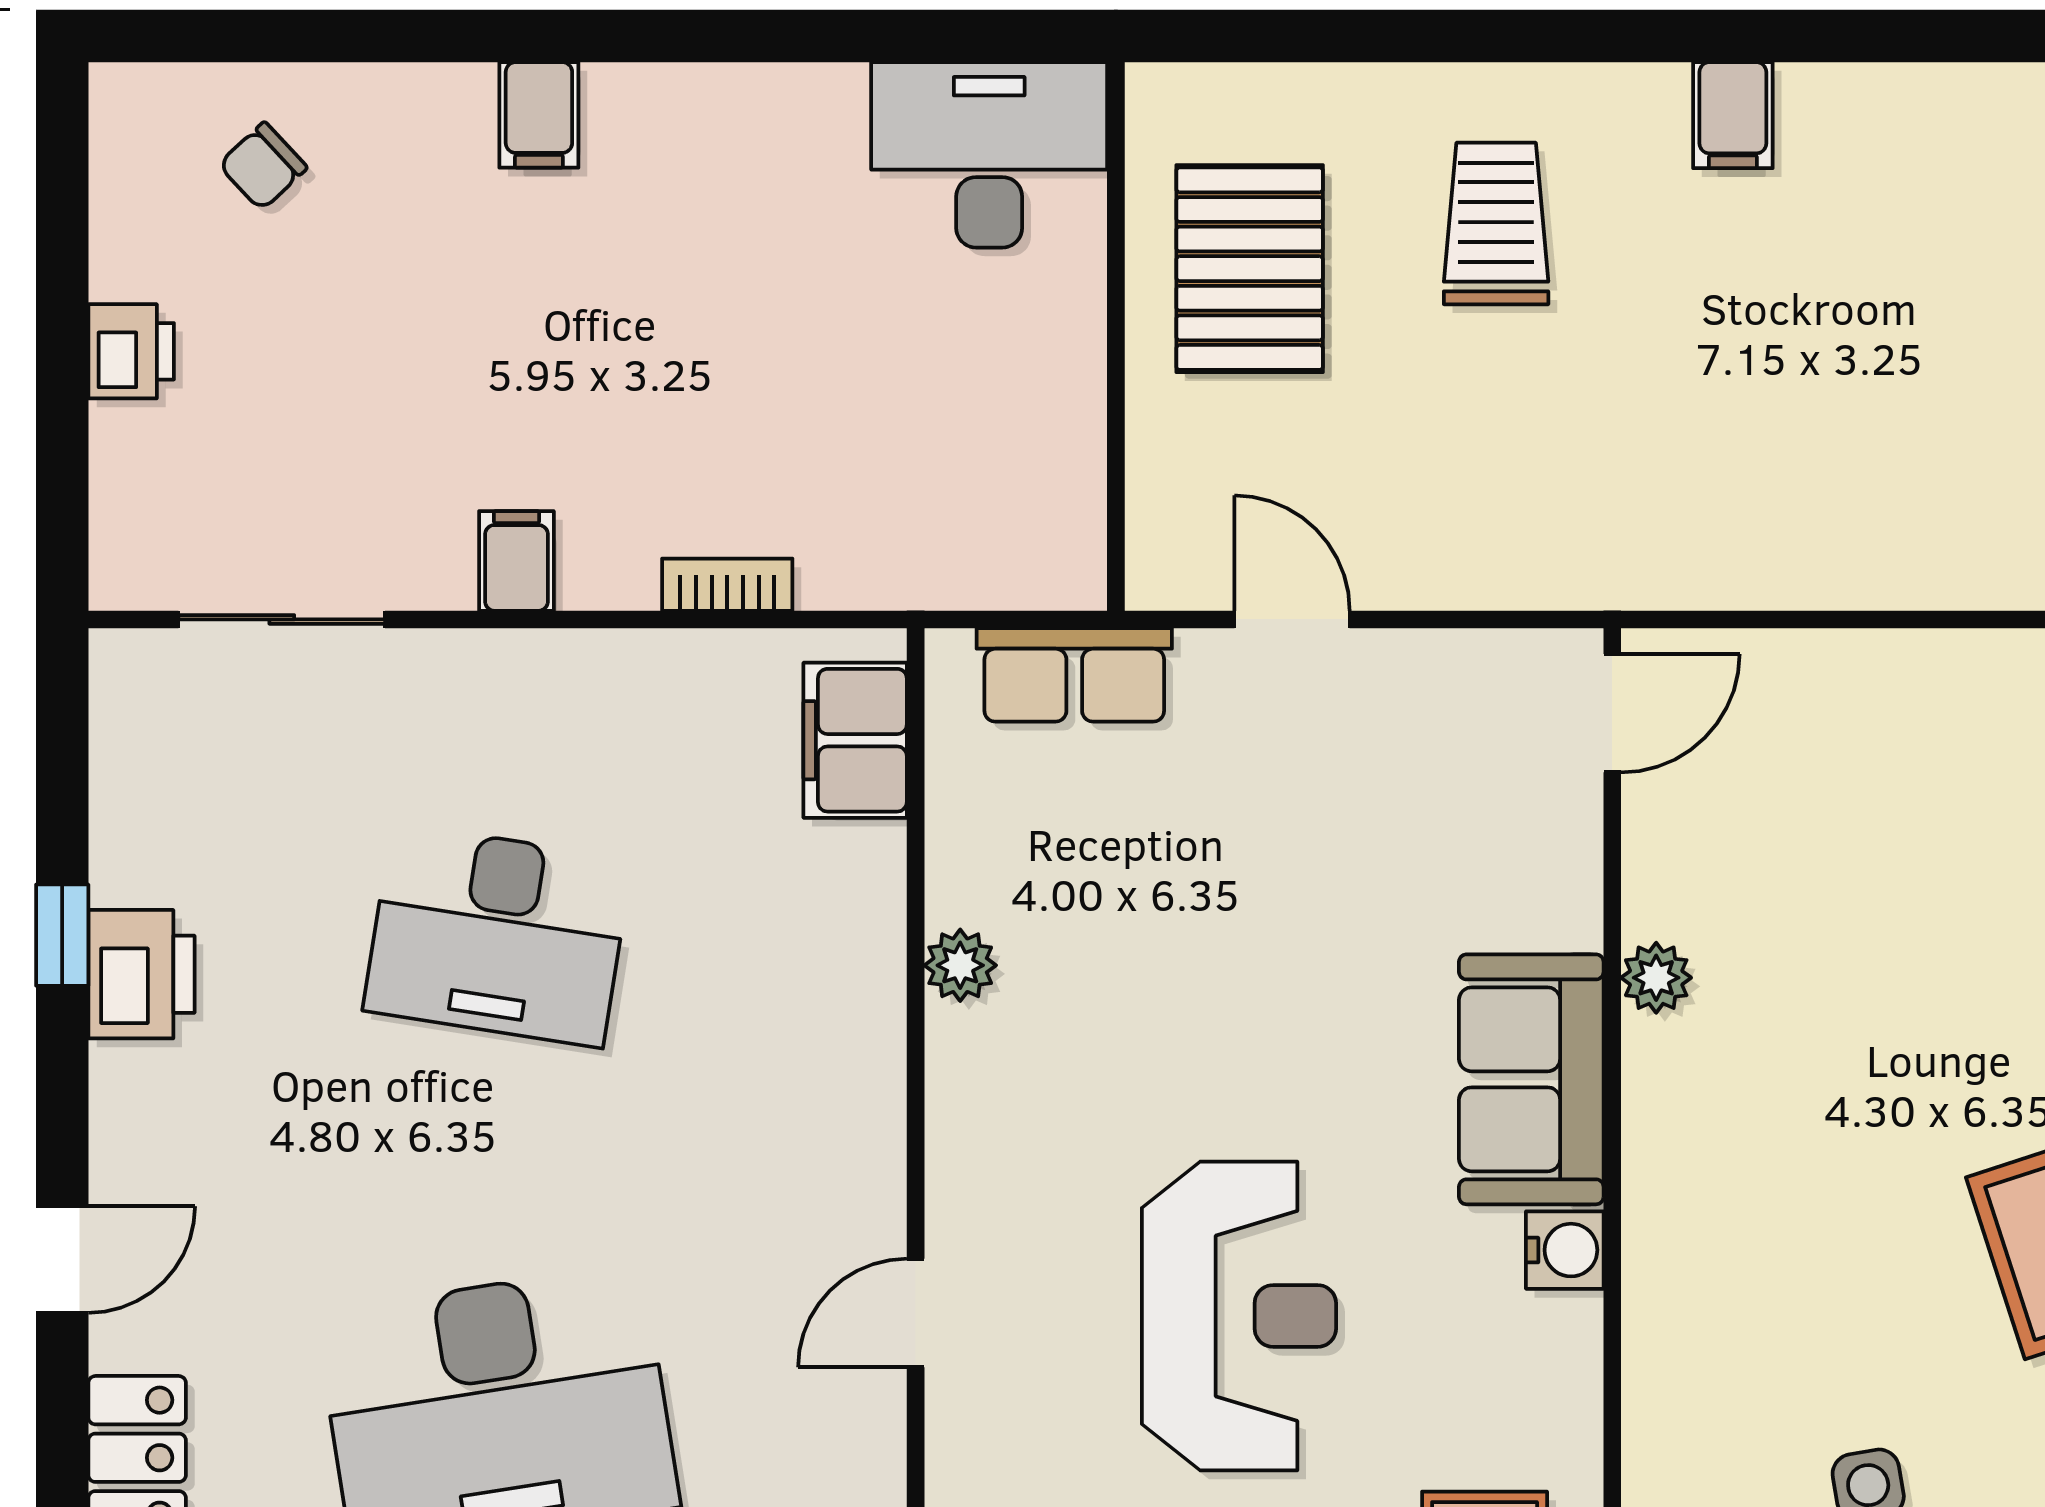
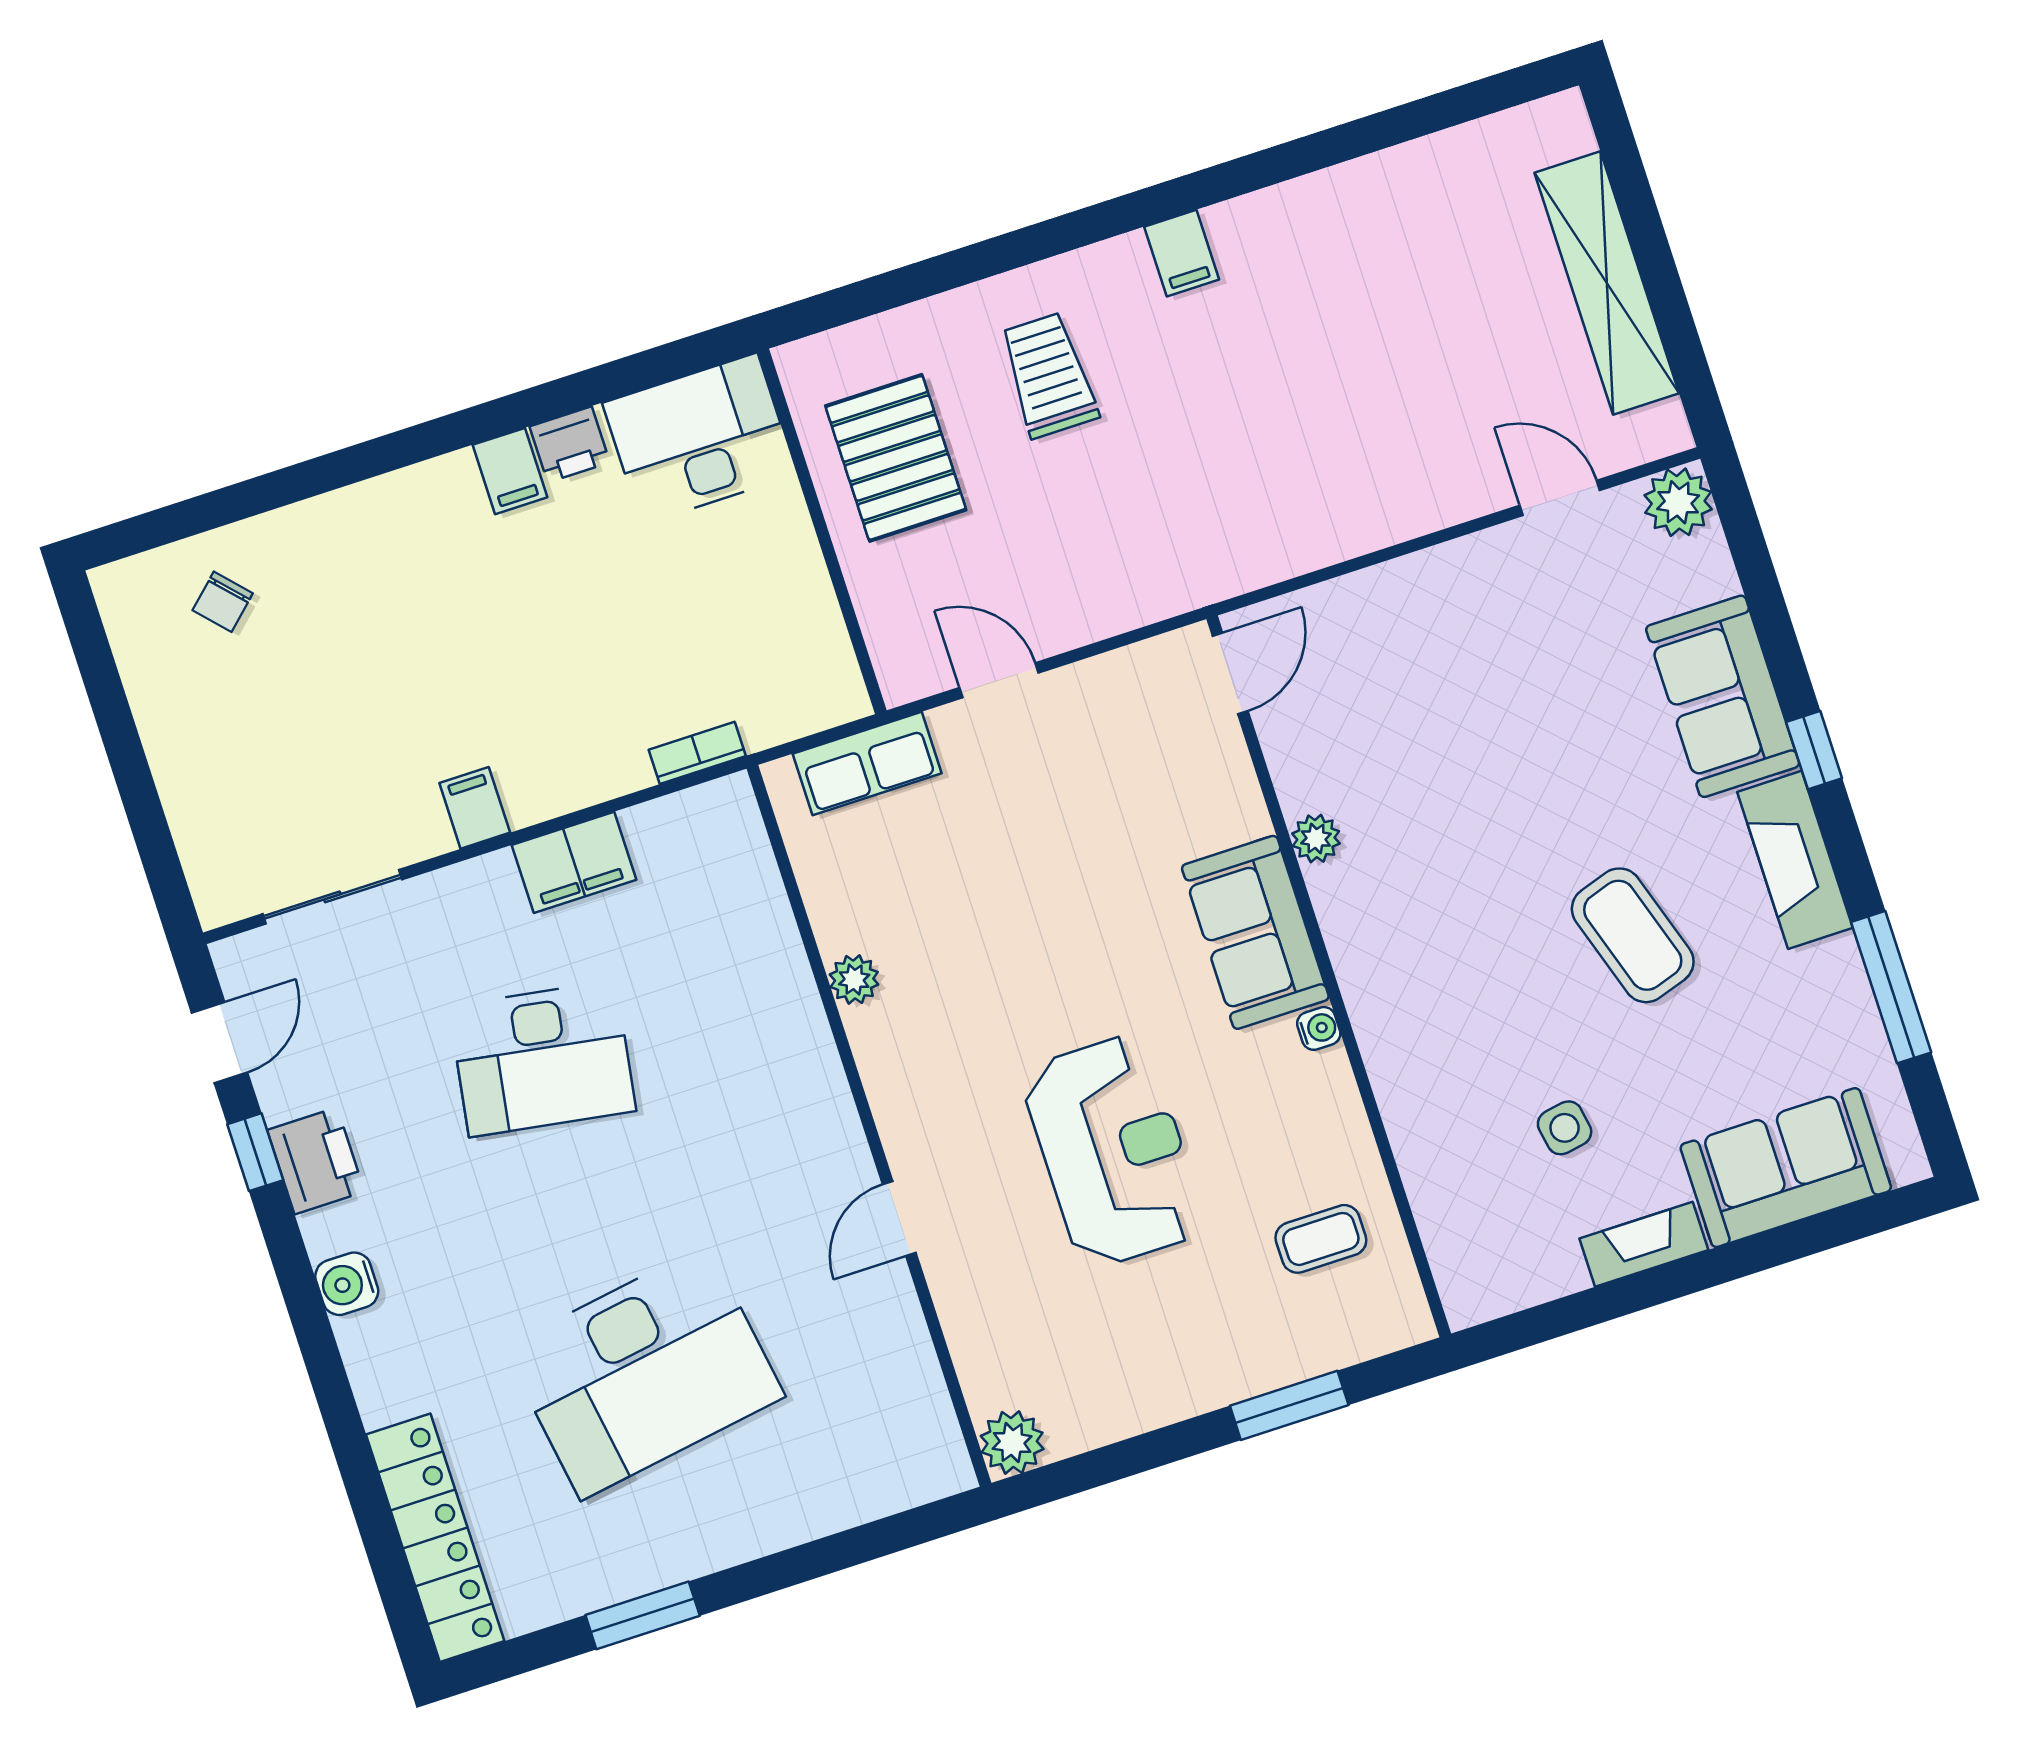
filing cabinet: (539, 115) -> (510, 471), moved
printer: (131, 351) -> (570, 444), moved, turned 90
bookcase: (727, 585) -> (697, 753), moved
filing cabinet: (855, 740) -> (574, 862), moved, turned -90
water cooler: (129, 1156) -> (347, 1284), added
water cooler: (1565, 1250) -> (1319, 1028), width x0.72, depth x0.72
door: (62, 1260) -> (220, 1043), moved

